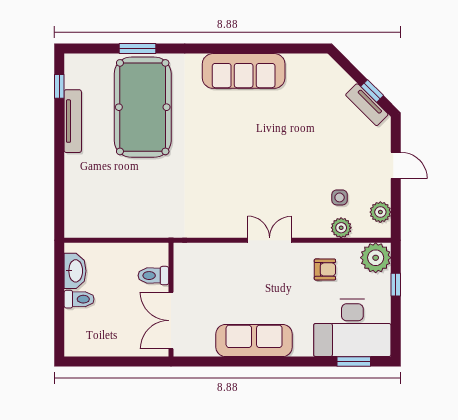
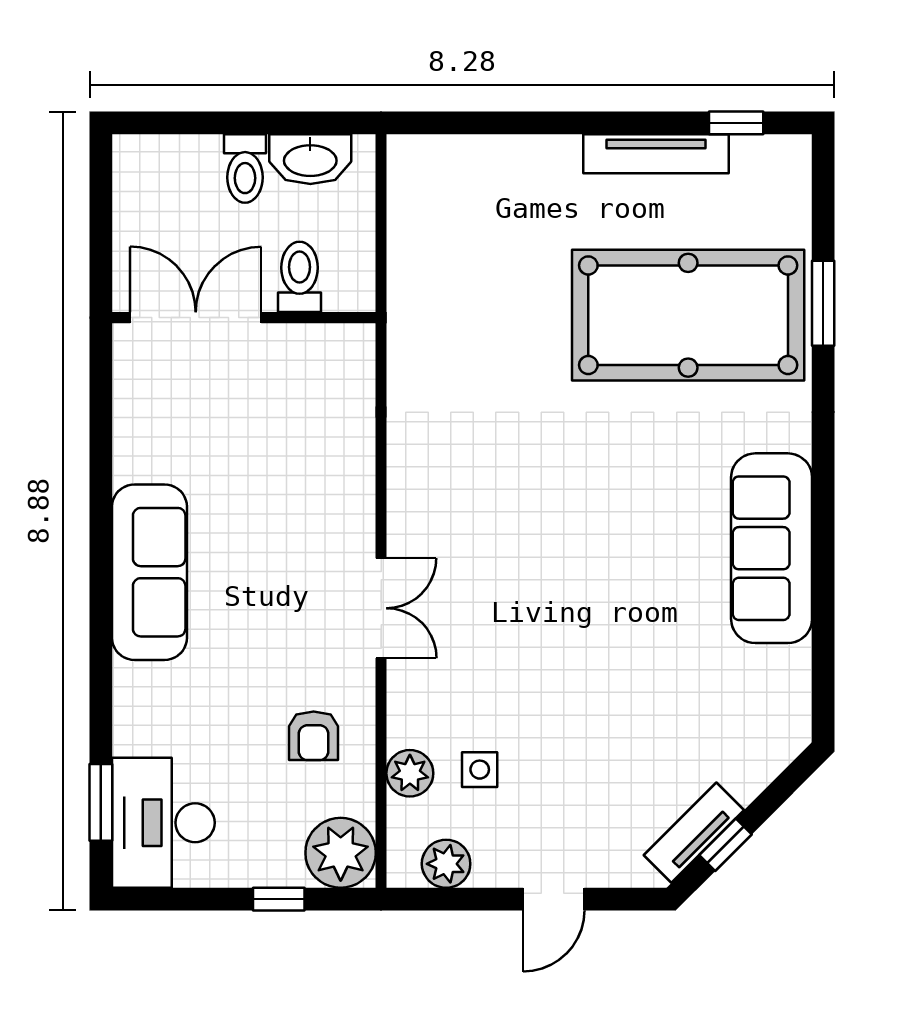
toilet: (153, 276) -> (300, 277), moved
wall: (171, 300) -> (244, 318), moved
double door: (171, 321) -> (196, 318), moved
desk: (352, 328) -> (163, 823), width x0.73, depth x0.77

